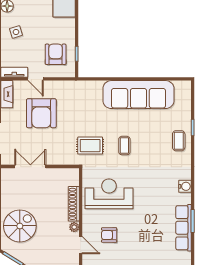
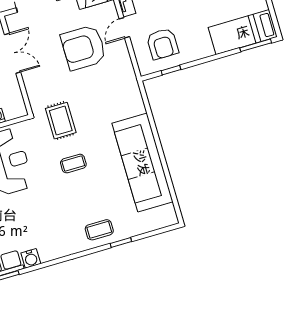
armchair: (56, 54) -> (163, 44), turned 90
water cooler: (185, 186) -> (31, 258), moved

